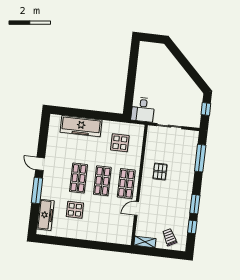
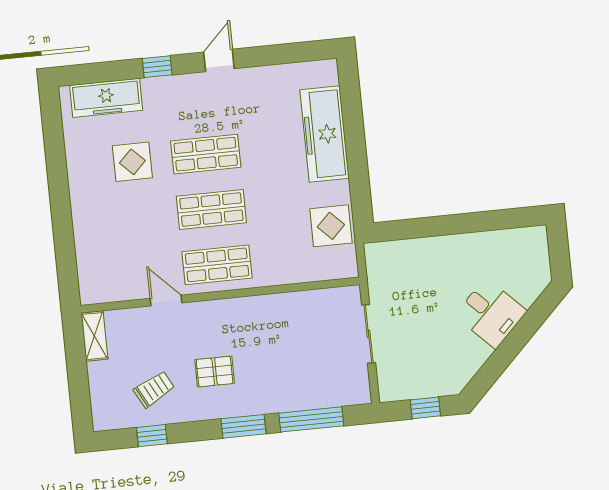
desk: (143, 110) -> (491, 313), moved, turned -135
display table: (120, 143) -> (331, 226), moved
pallet: (160, 172) -> (215, 372), moved
window: (37, 190) -> (157, 67), width x0.46
window: (195, 204) -> (244, 426), moved
trolley: (169, 237) -> (154, 389), moved

